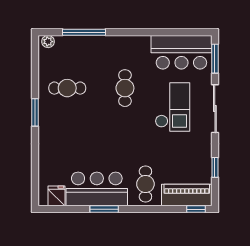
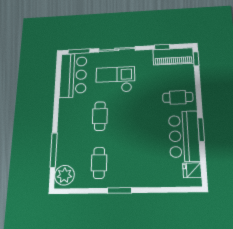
plant: (48, 42) -> (64, 175), width x1.87, depth x1.87
cafe table: (125, 88) -> (100, 116), turned 90
piano: (187, 195) -> (173, 56), moved, turned -90

